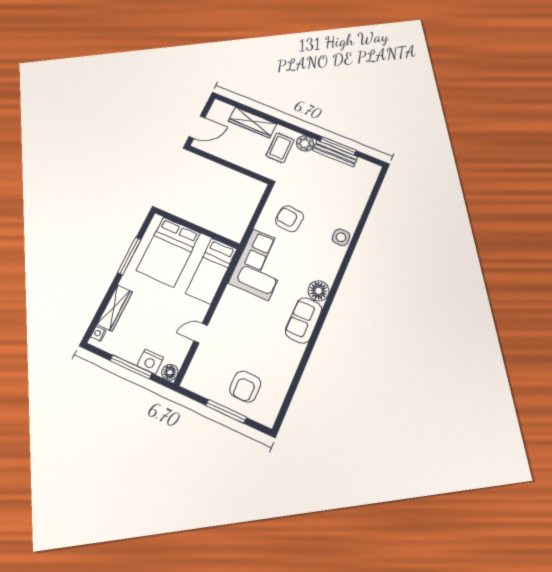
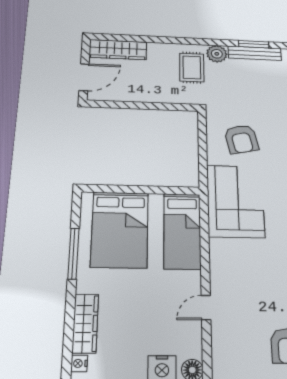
wardrobe: (253, 122) -> (118, 50), moved
window: (338, 146) -> (254, 44), width x0.69
armchair: (289, 219) -> (241, 139), turned -108

